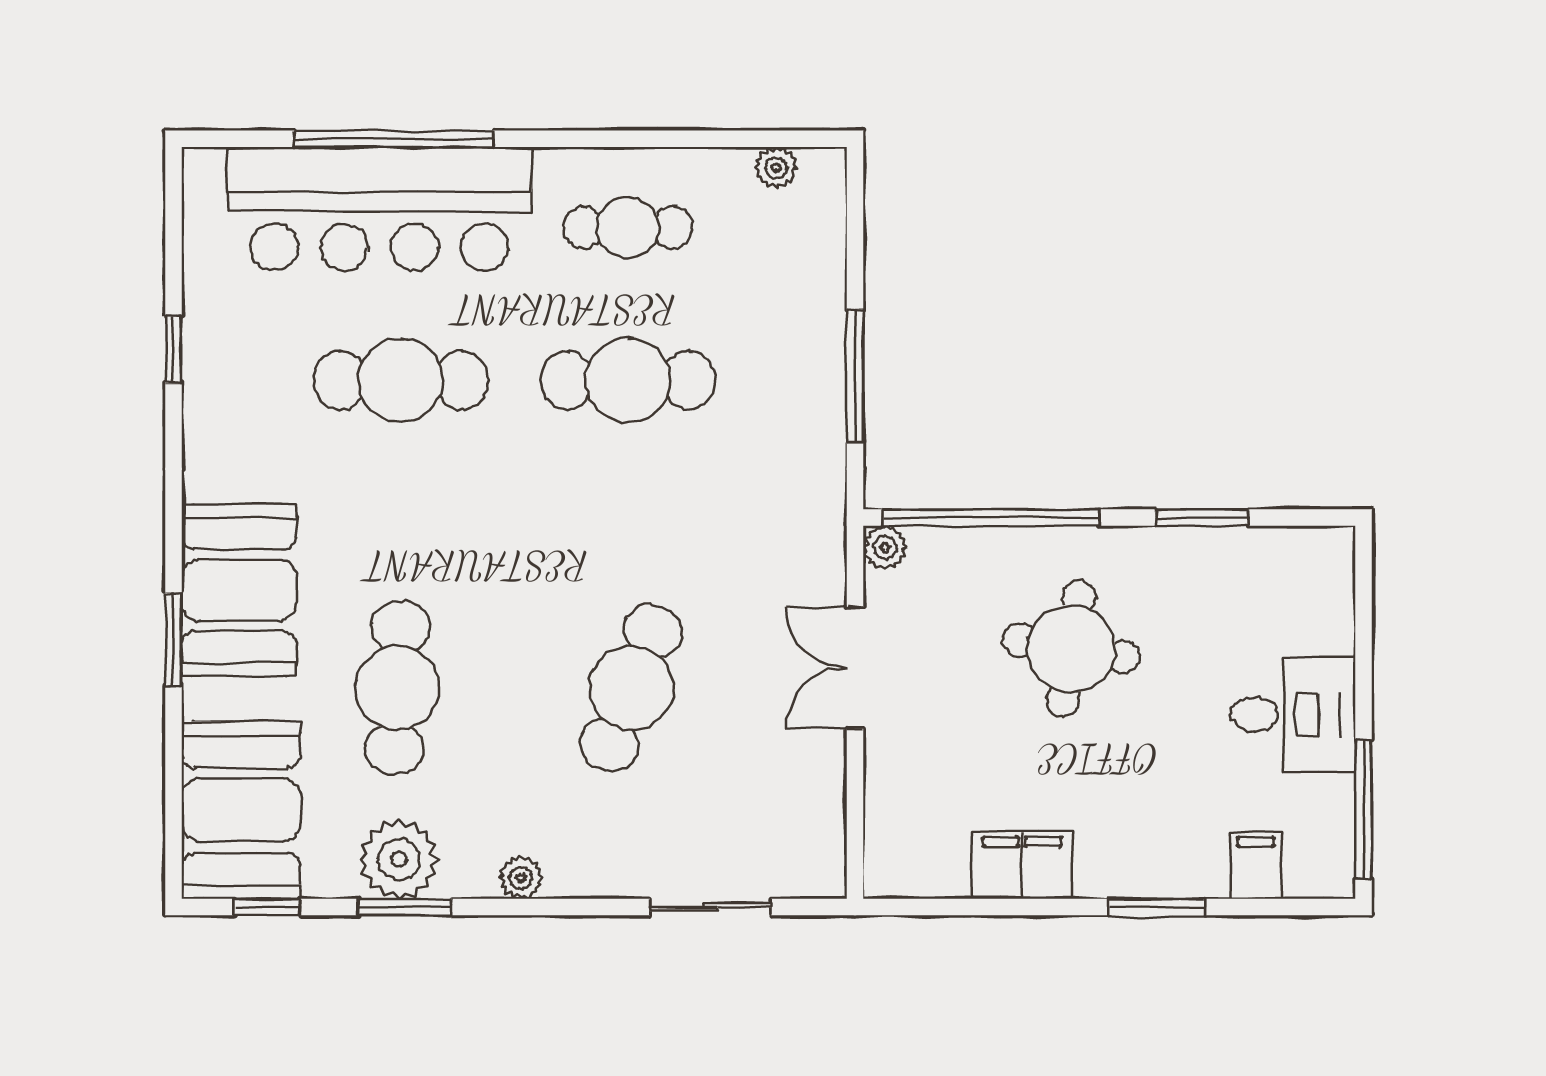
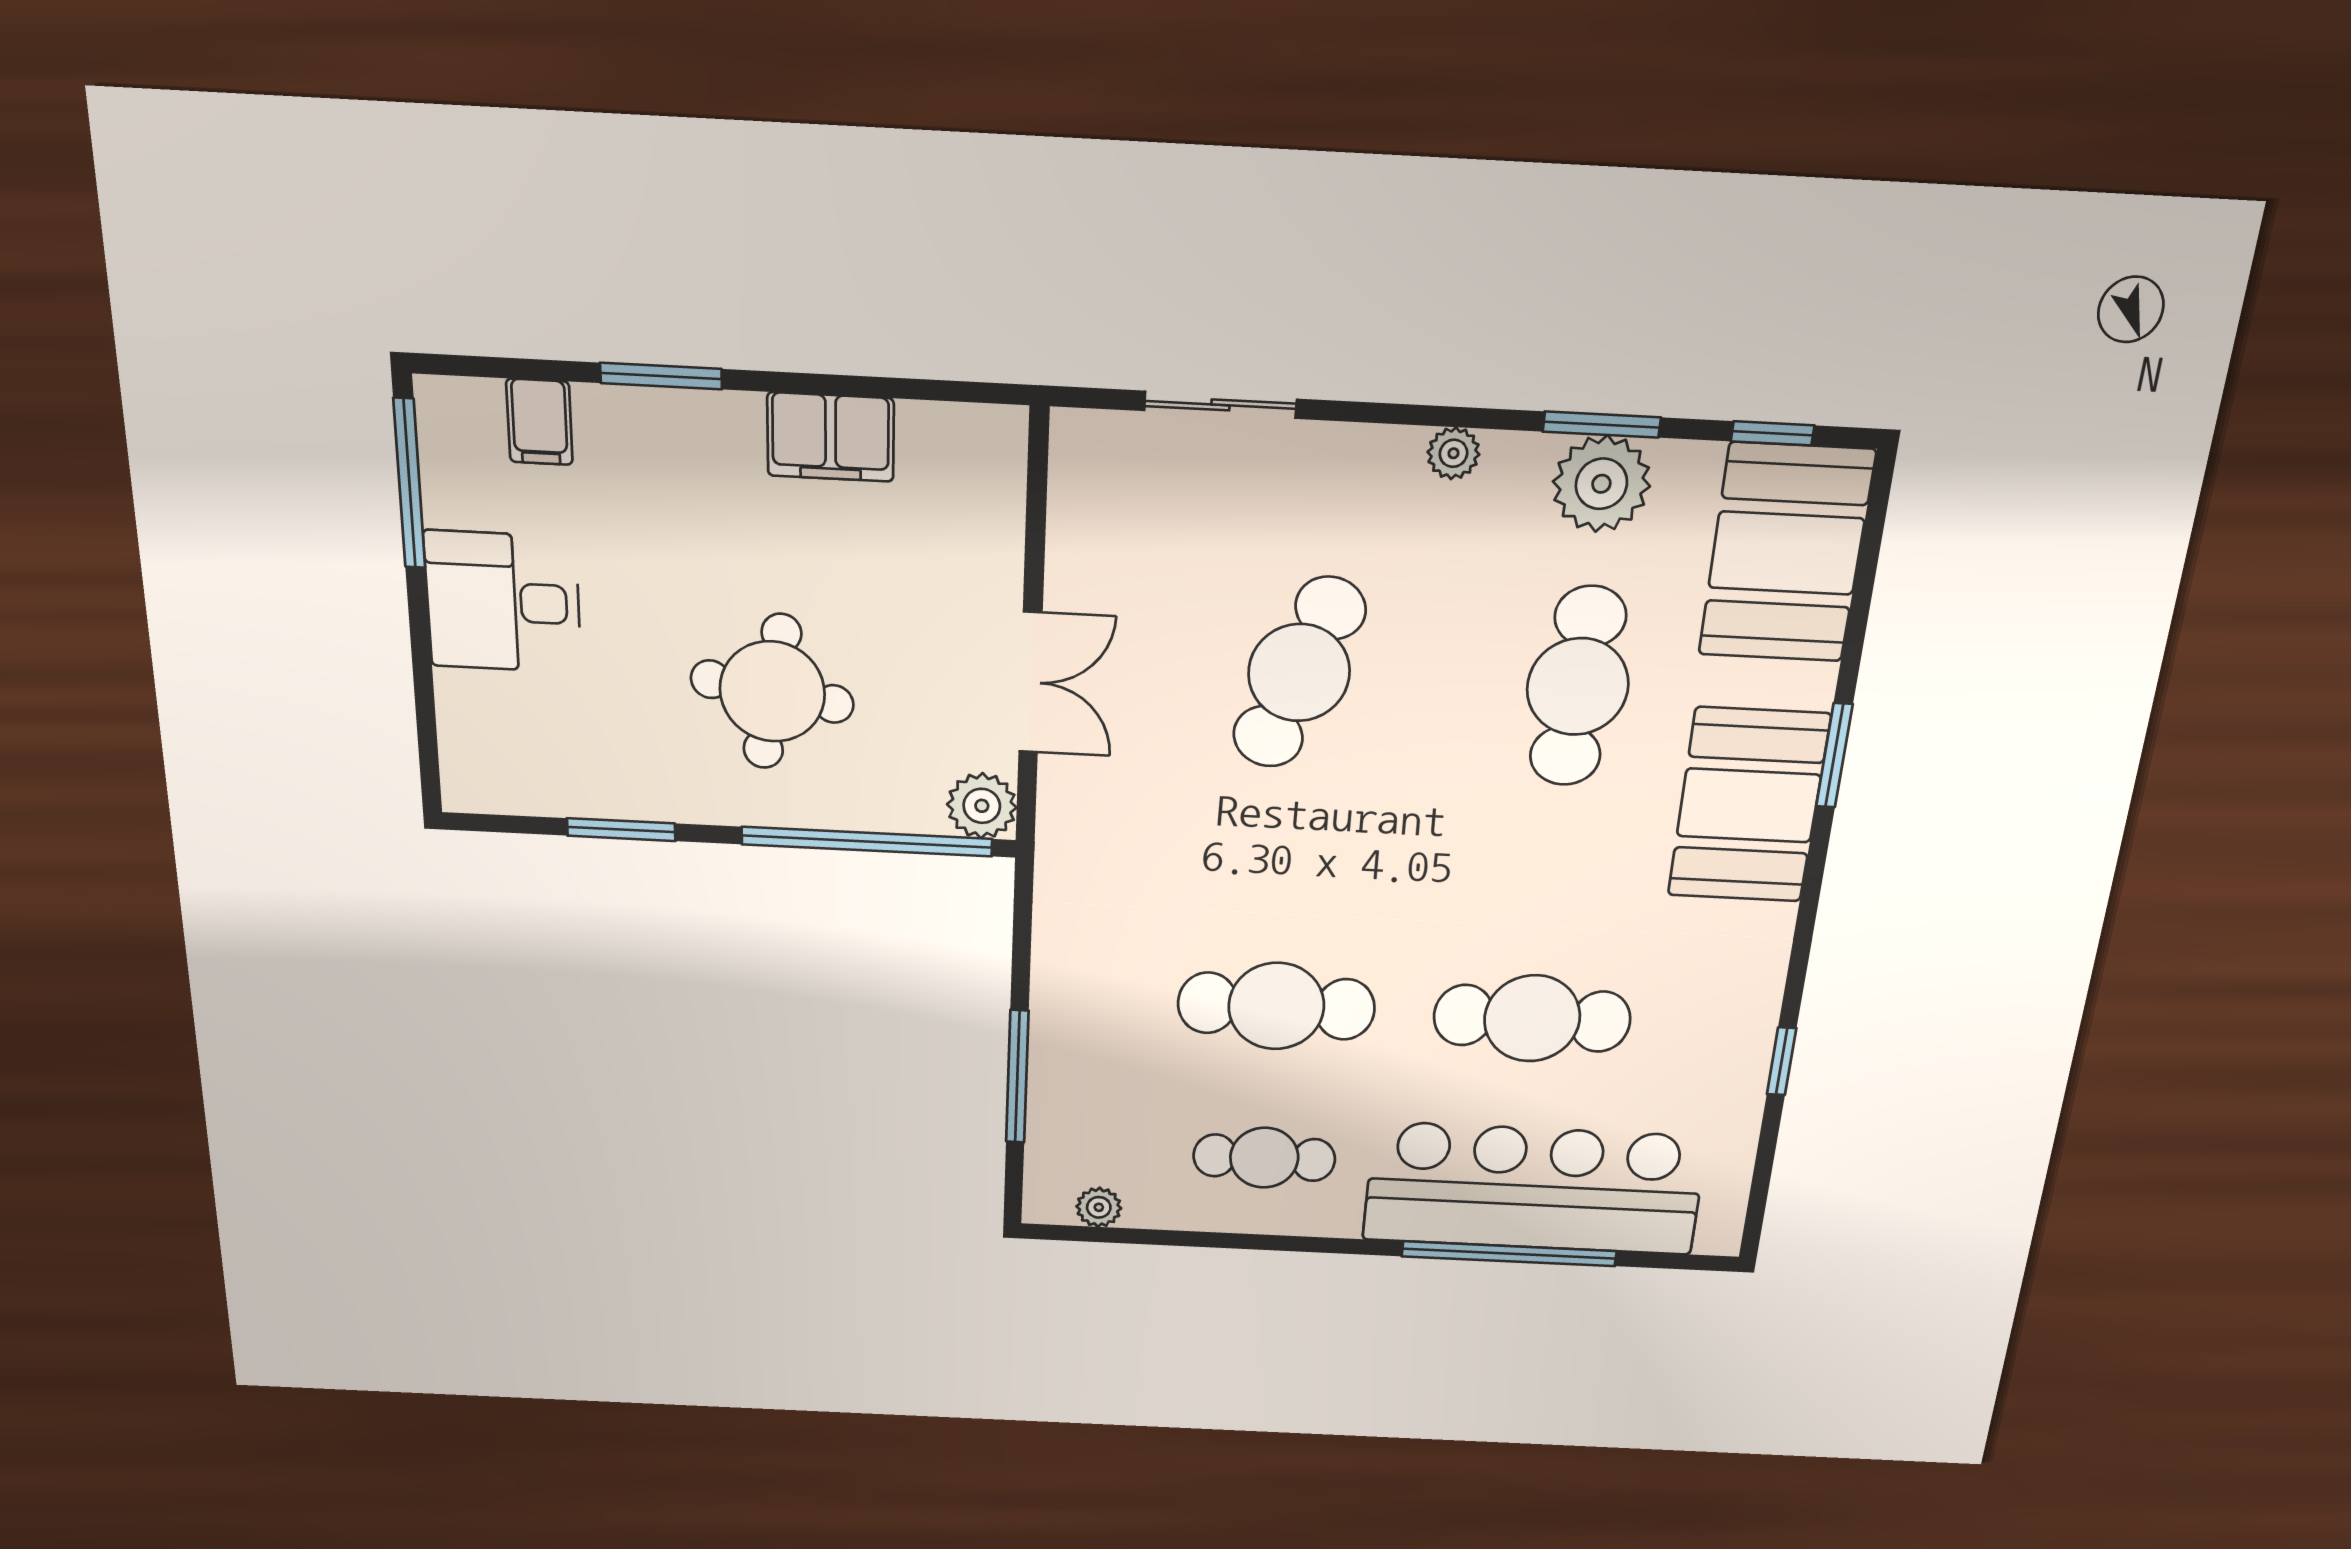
window: (855, 376) -> (1017, 1077), moved
plant: (885, 547) -> (982, 806), width x1.38, depth x1.38

